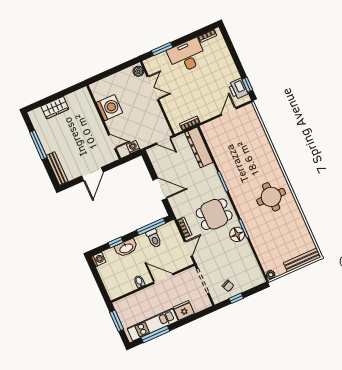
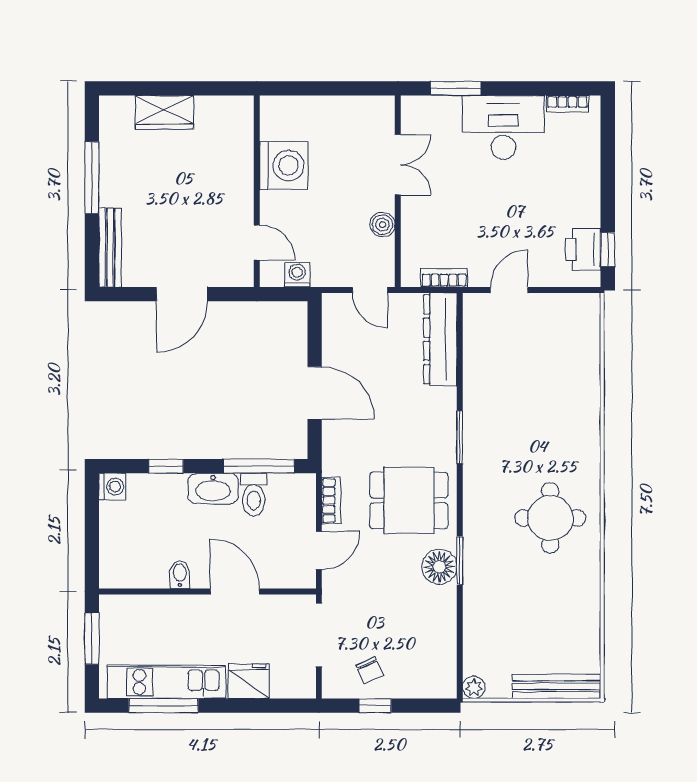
boiler: (138, 71) -> (382, 225), moved
door: (229, 111) -> (509, 290), moved
washbasin: (126, 248) -> (213, 489), moved

